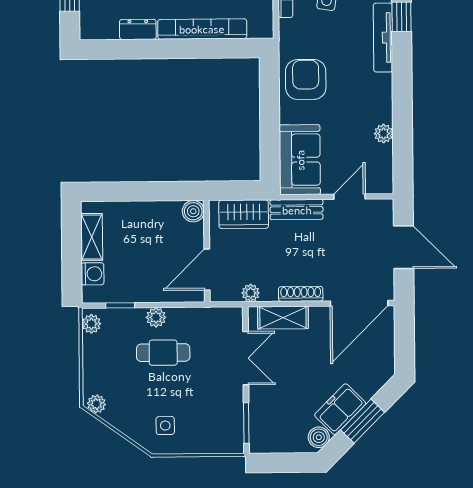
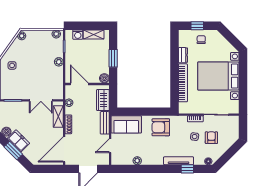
armchair: (306, 79) -> (161, 127), turned 180
window: (146, 191) -> (113, 58), added
door: (349, 197) -> (110, 146), swing flipped
door: (359, 303) -> (64, 149), hinge flipped
cafe table: (163, 353) -> (44, 65), removed

